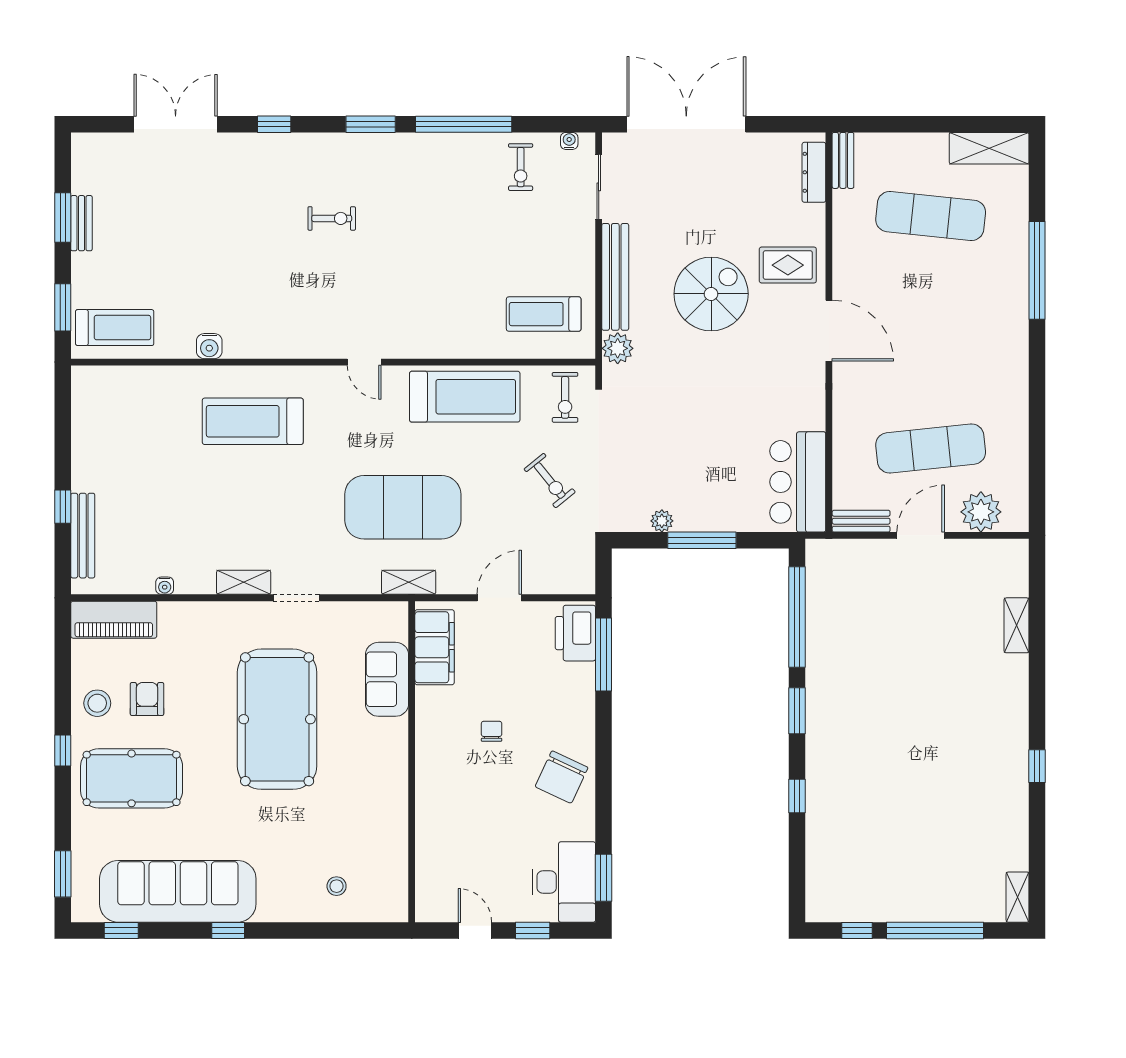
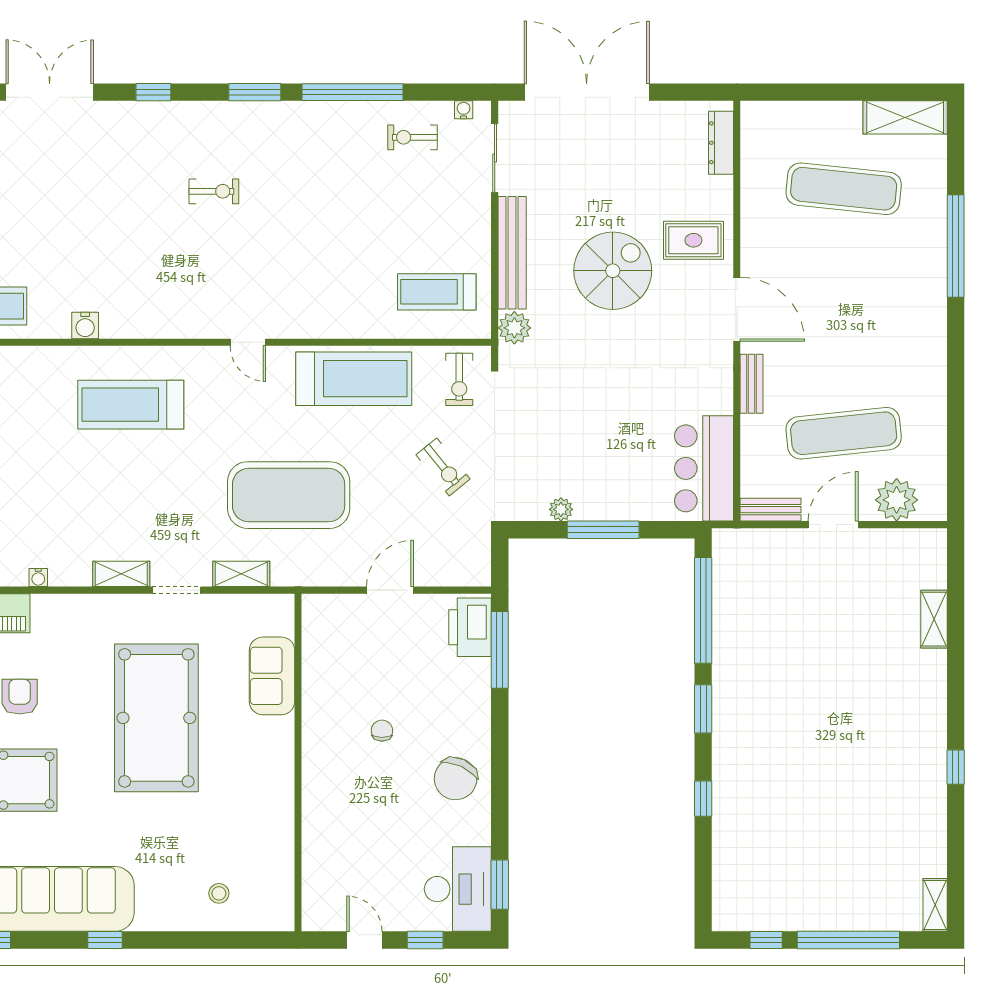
bench: (843, 160) -> (751, 384), moved
exercise bike: (521, 167) -> (412, 137), turned 90
shelving: (409, 582) -> (241, 574), moved
filing cabinet: (435, 647) -> (322, 642), removed

